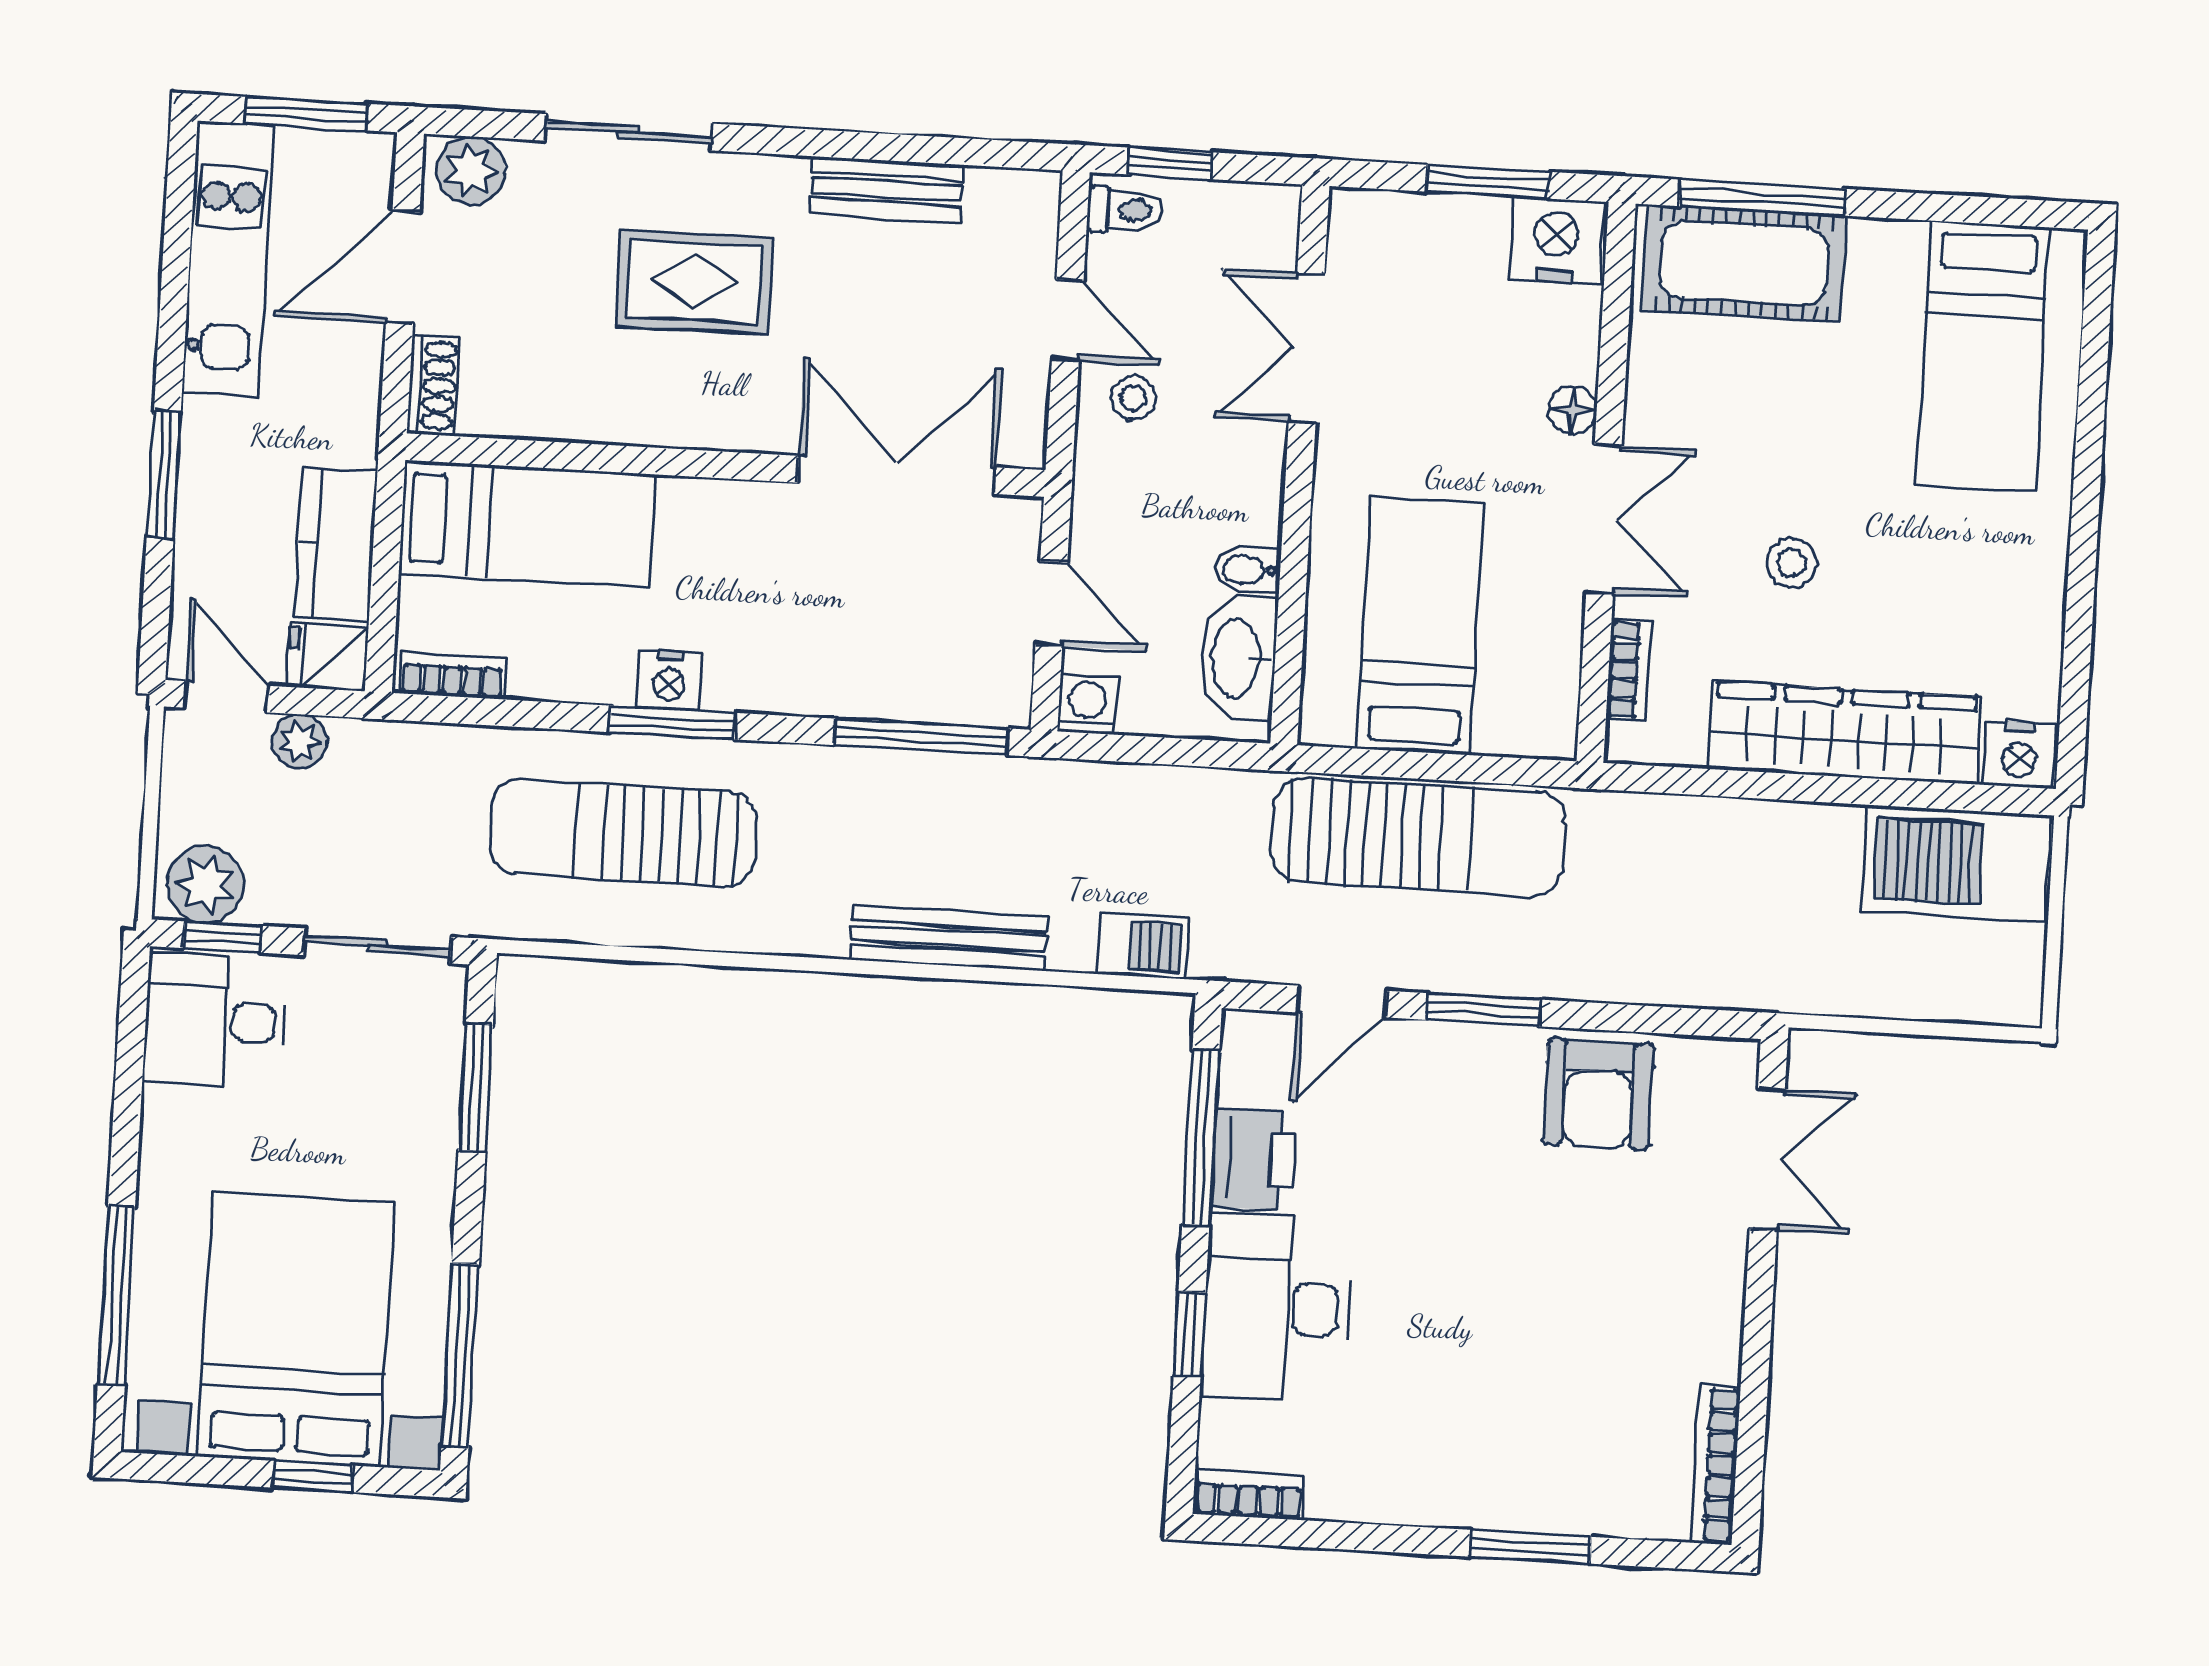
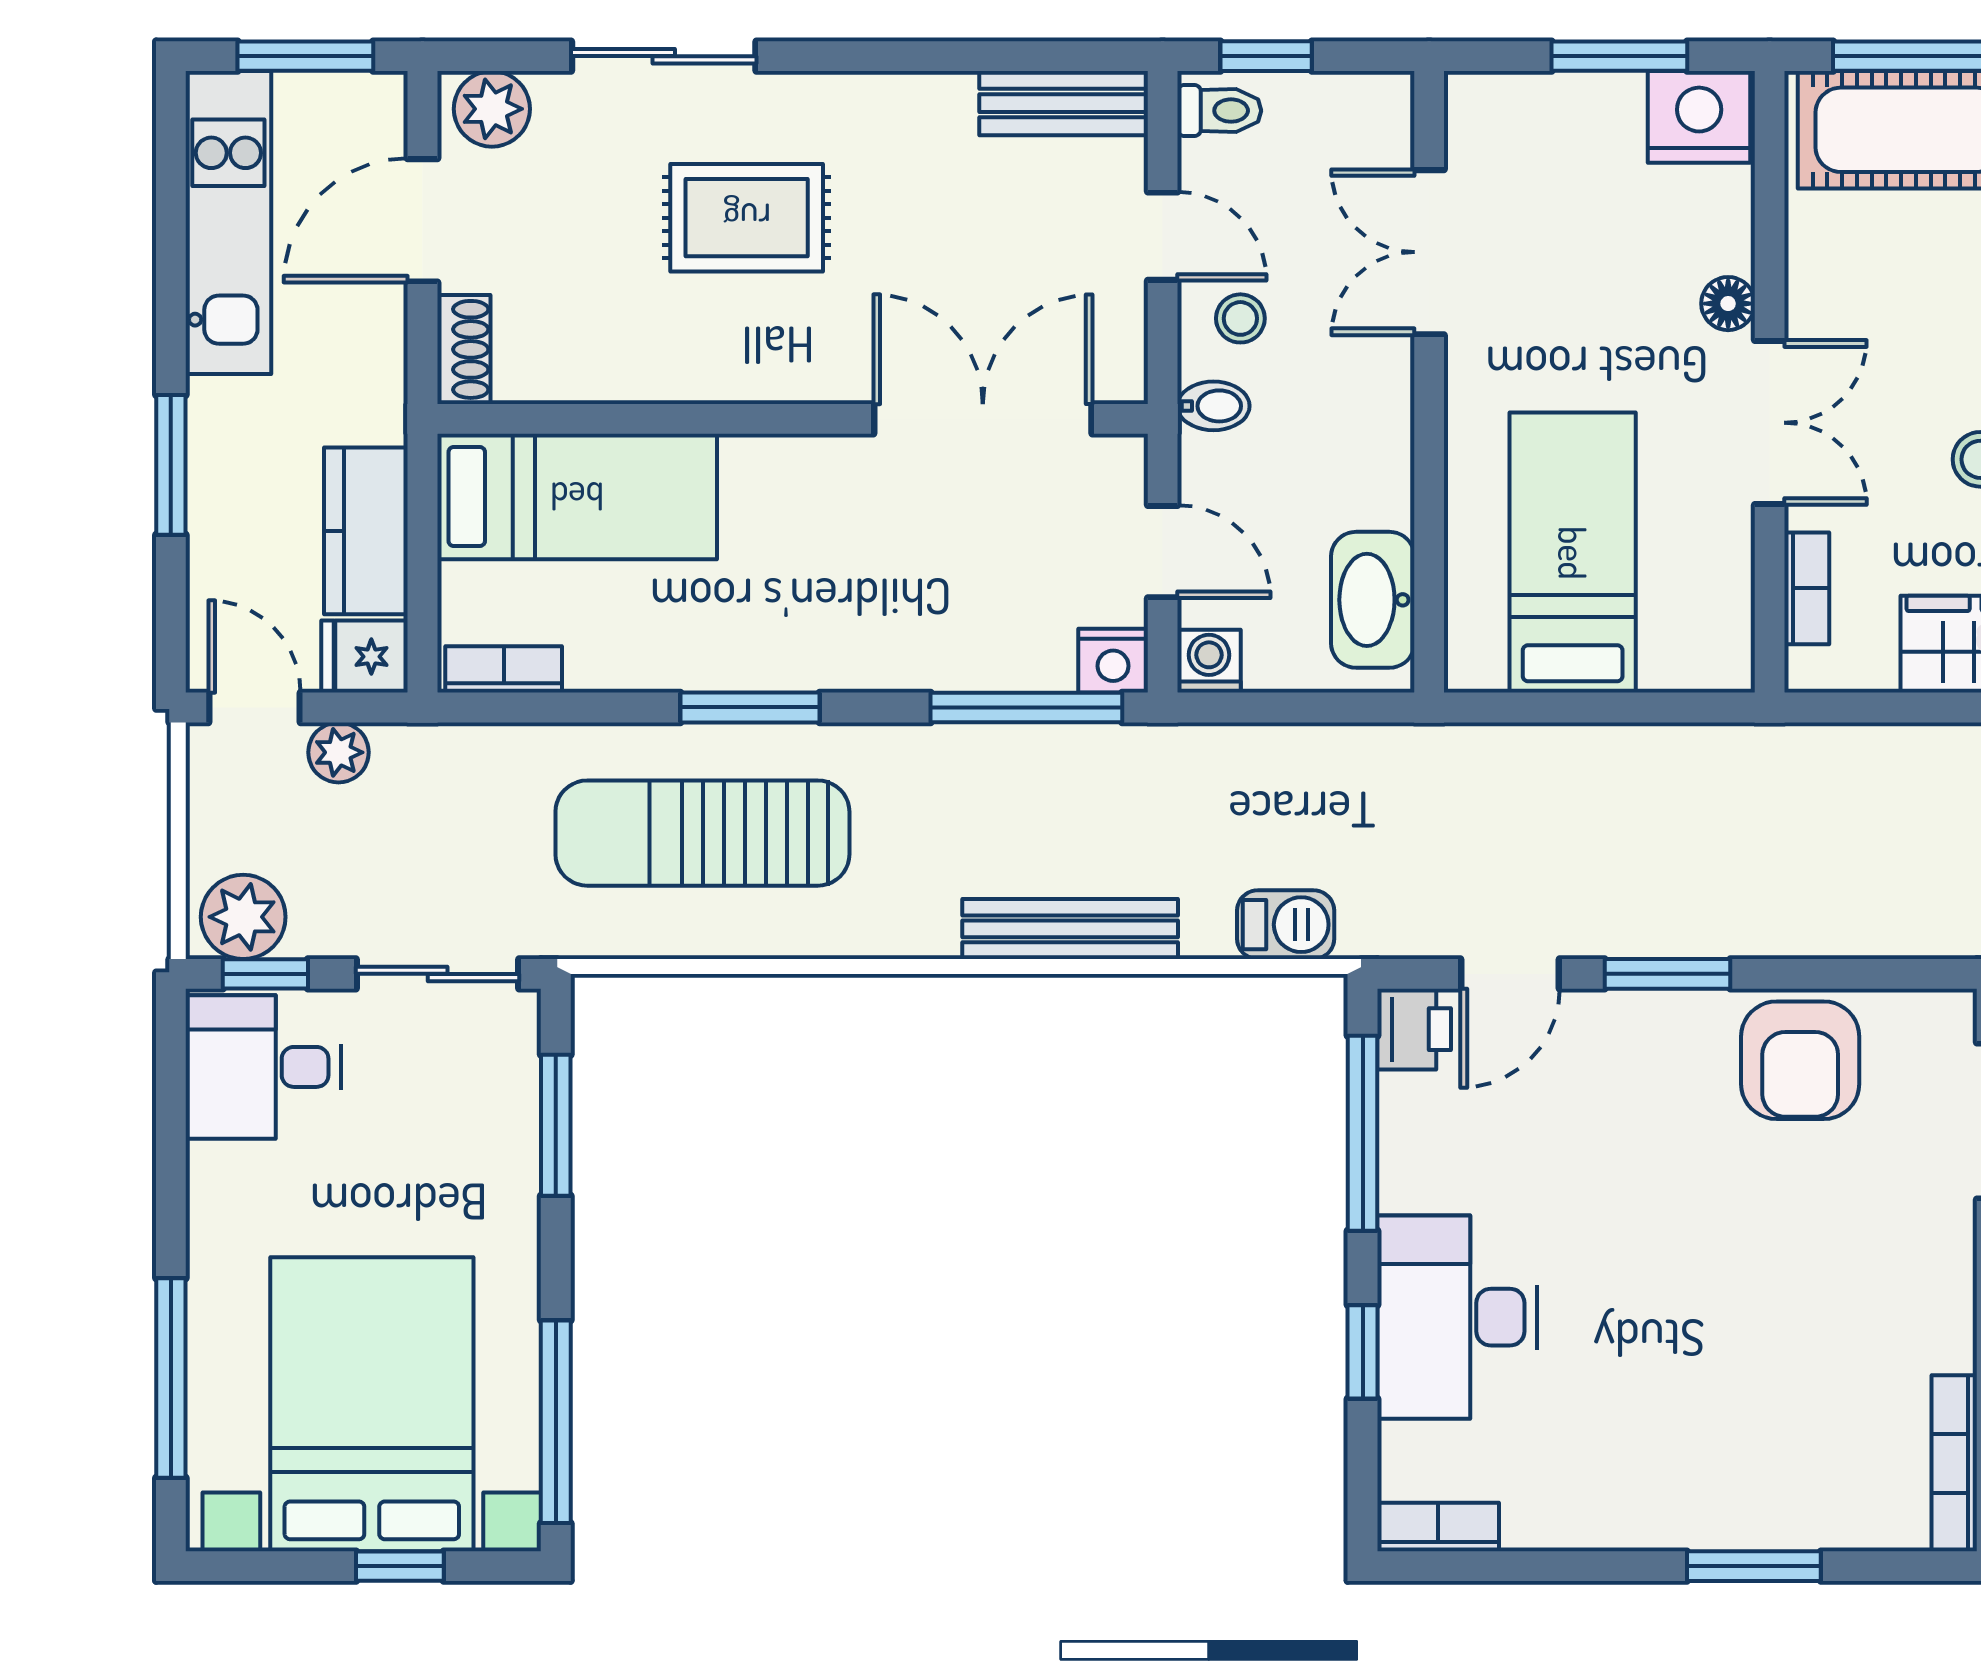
bench: (887, 189) -> (1064, 103), moved
bidet: (1248, 570) -> (1213, 406), moved, turned 180
nightstand: (669, 680) -> (1113, 661), moved
sun lounger: (1418, 837) -> (1584, 787), removed
printer: (1254, 1159) -> (1414, 1029), moved, width x0.73, depth x0.81

